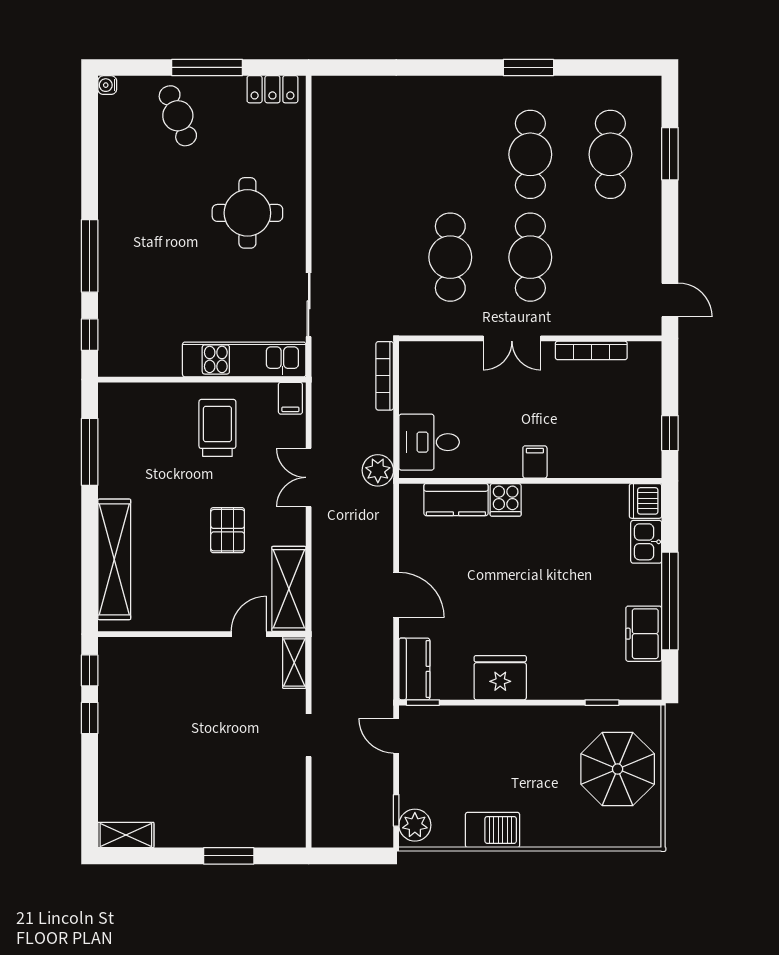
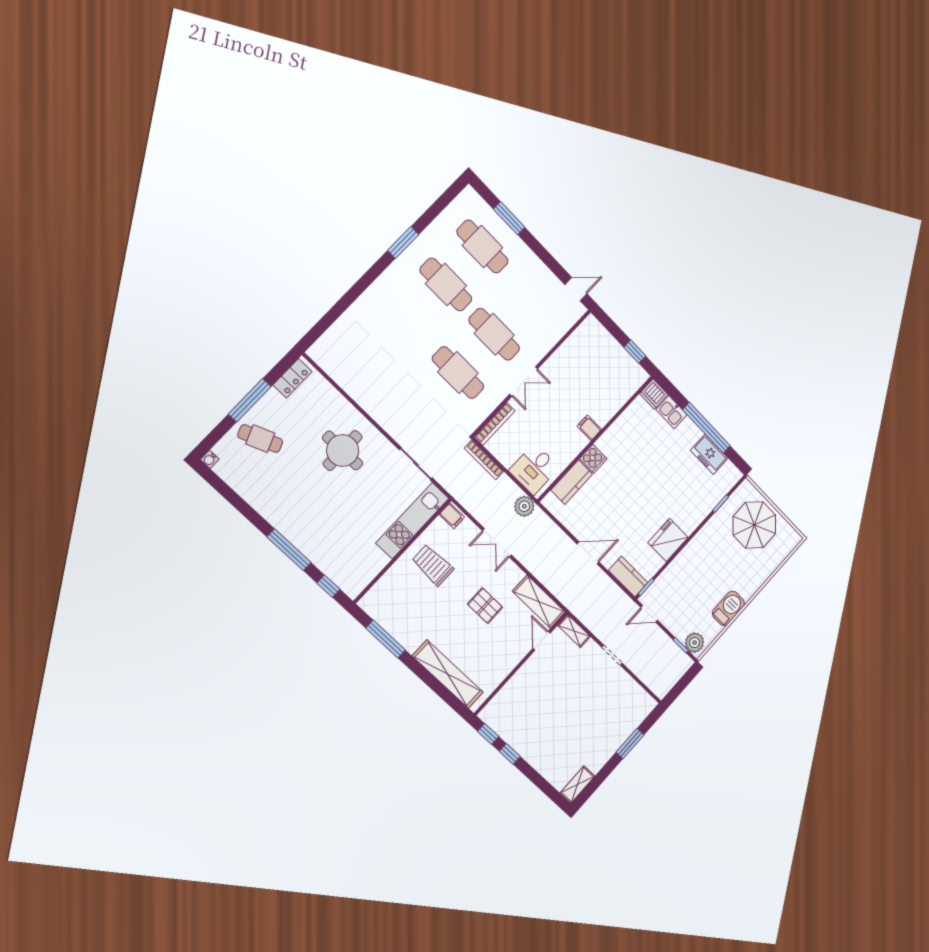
bookcase: (591, 350) -> (495, 424), moved

